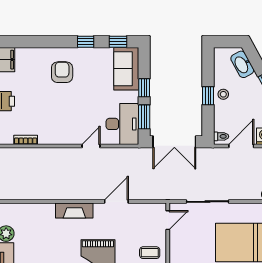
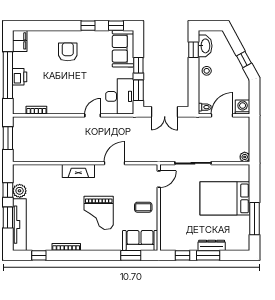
washbasin: (242, 64) -> (205, 46), moved, turned -151
window: (208, 96) -> (193, 50), moved
double door: (174, 142) -> (165, 112), width x0.73

